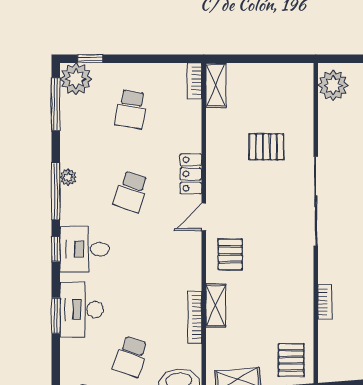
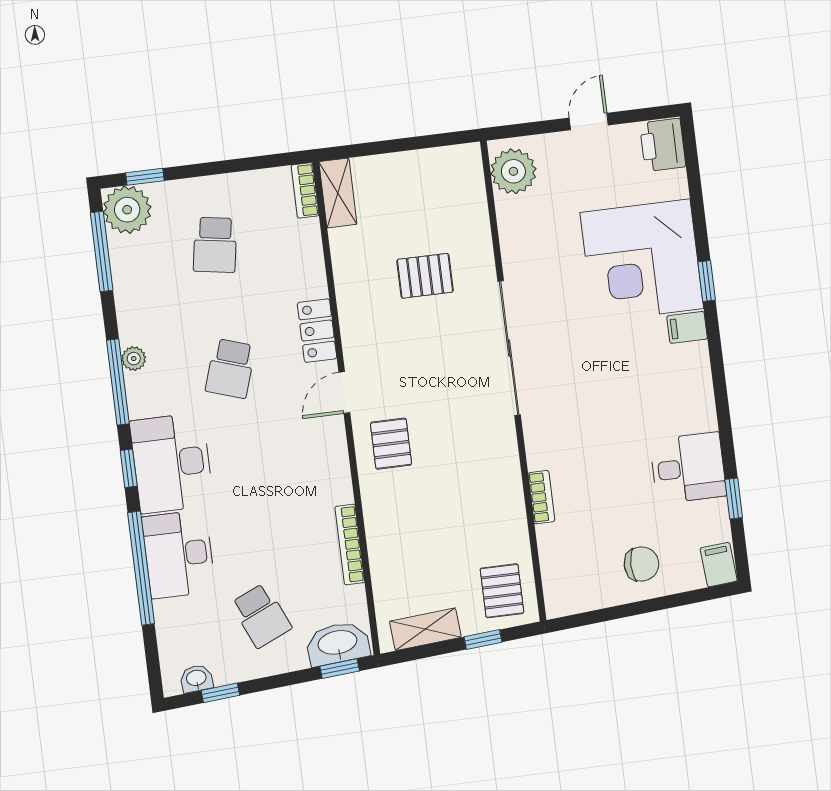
desk: (85, 249) -> (172, 463), width x1.37
shelving: (216, 305) -> (379, 523), removed
window: (56, 316) -> (141, 568), width x2.11
school desk: (131, 357) -> (261, 616), turned -42

